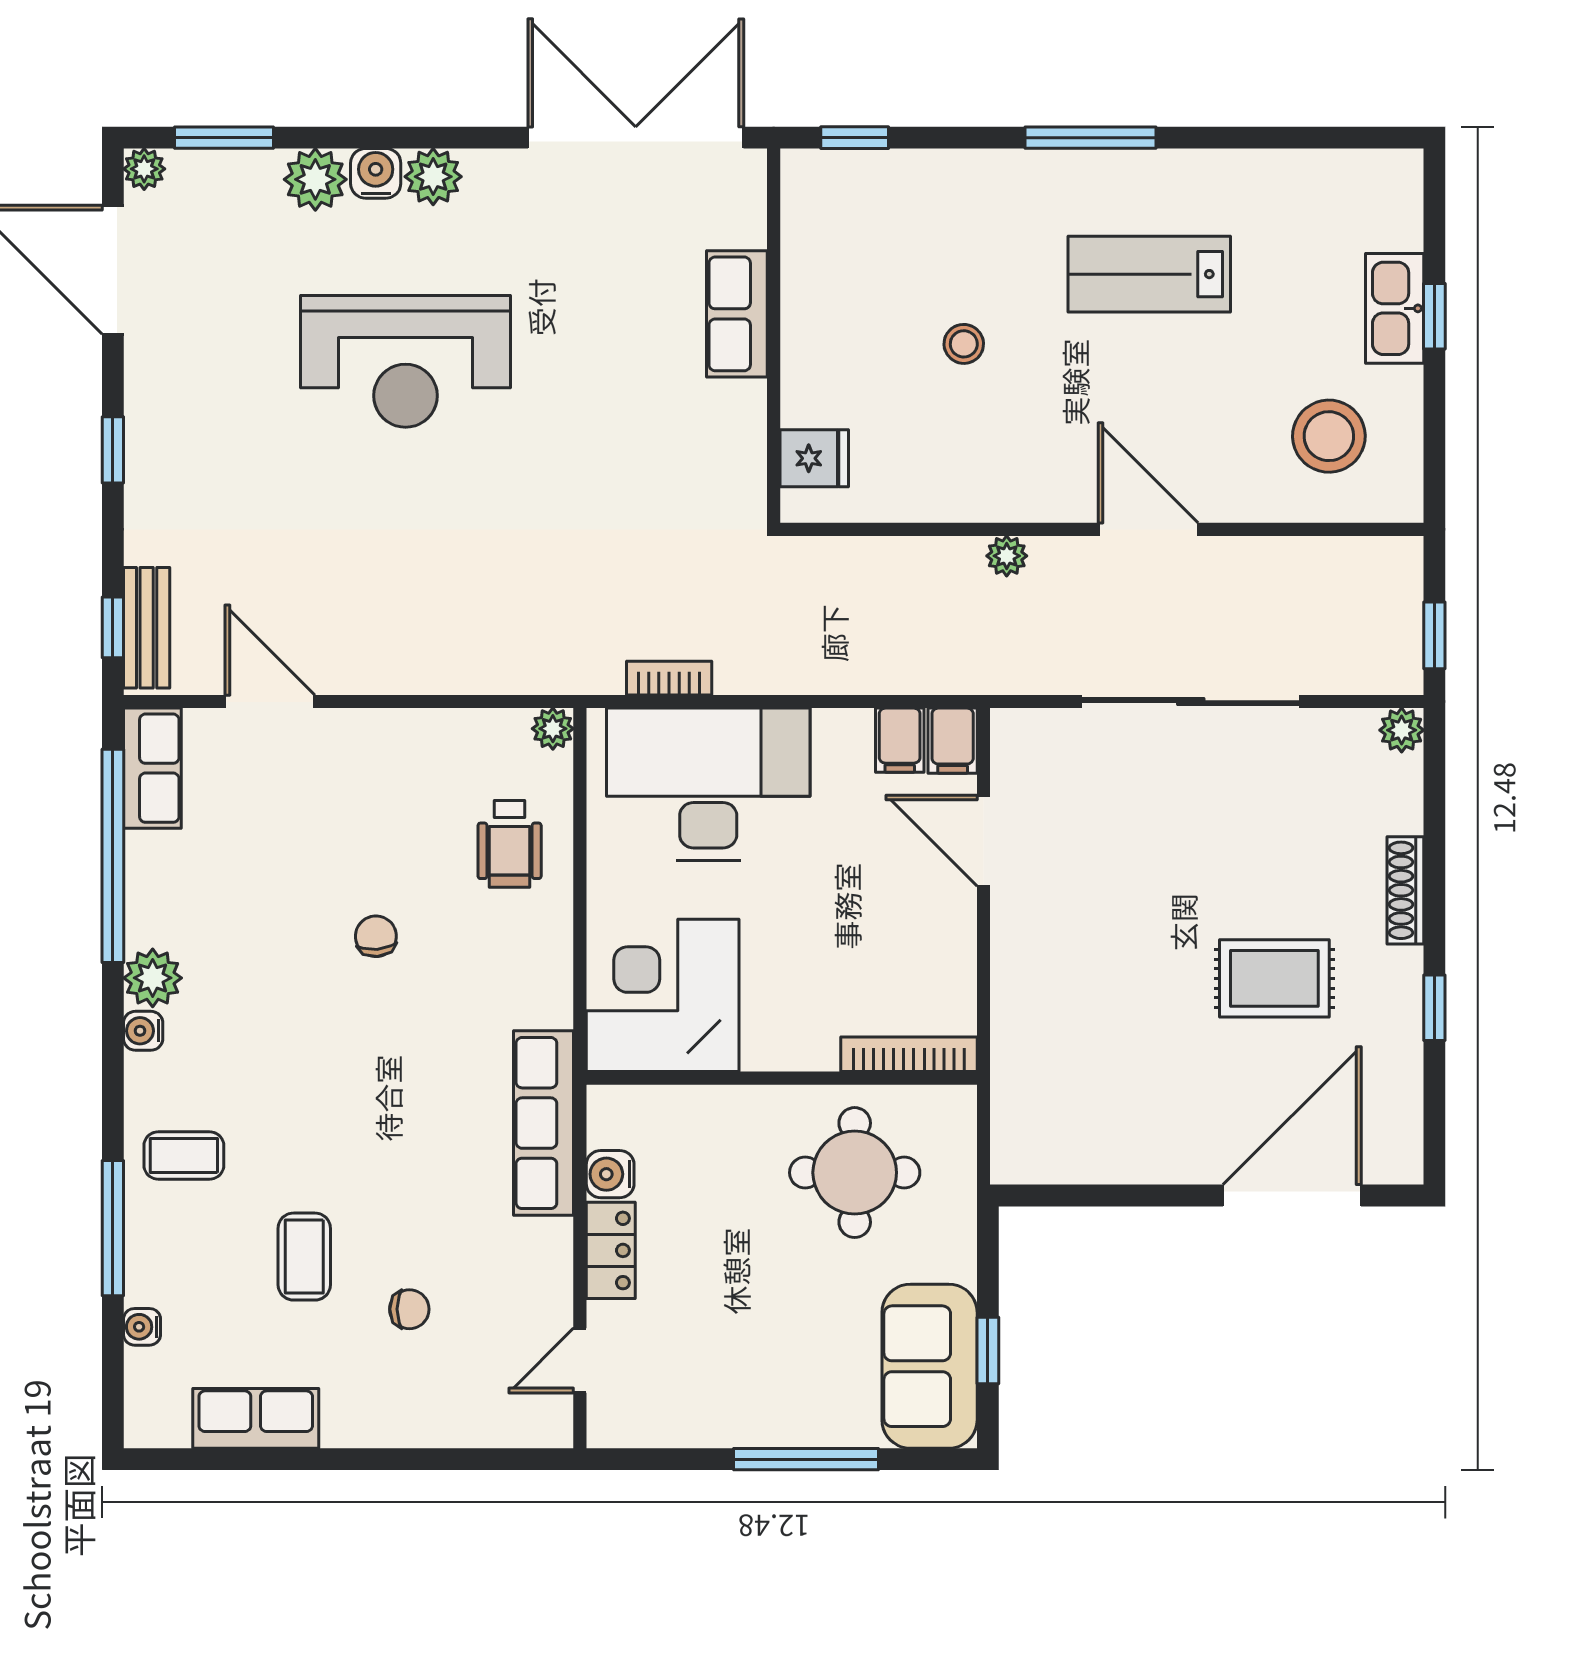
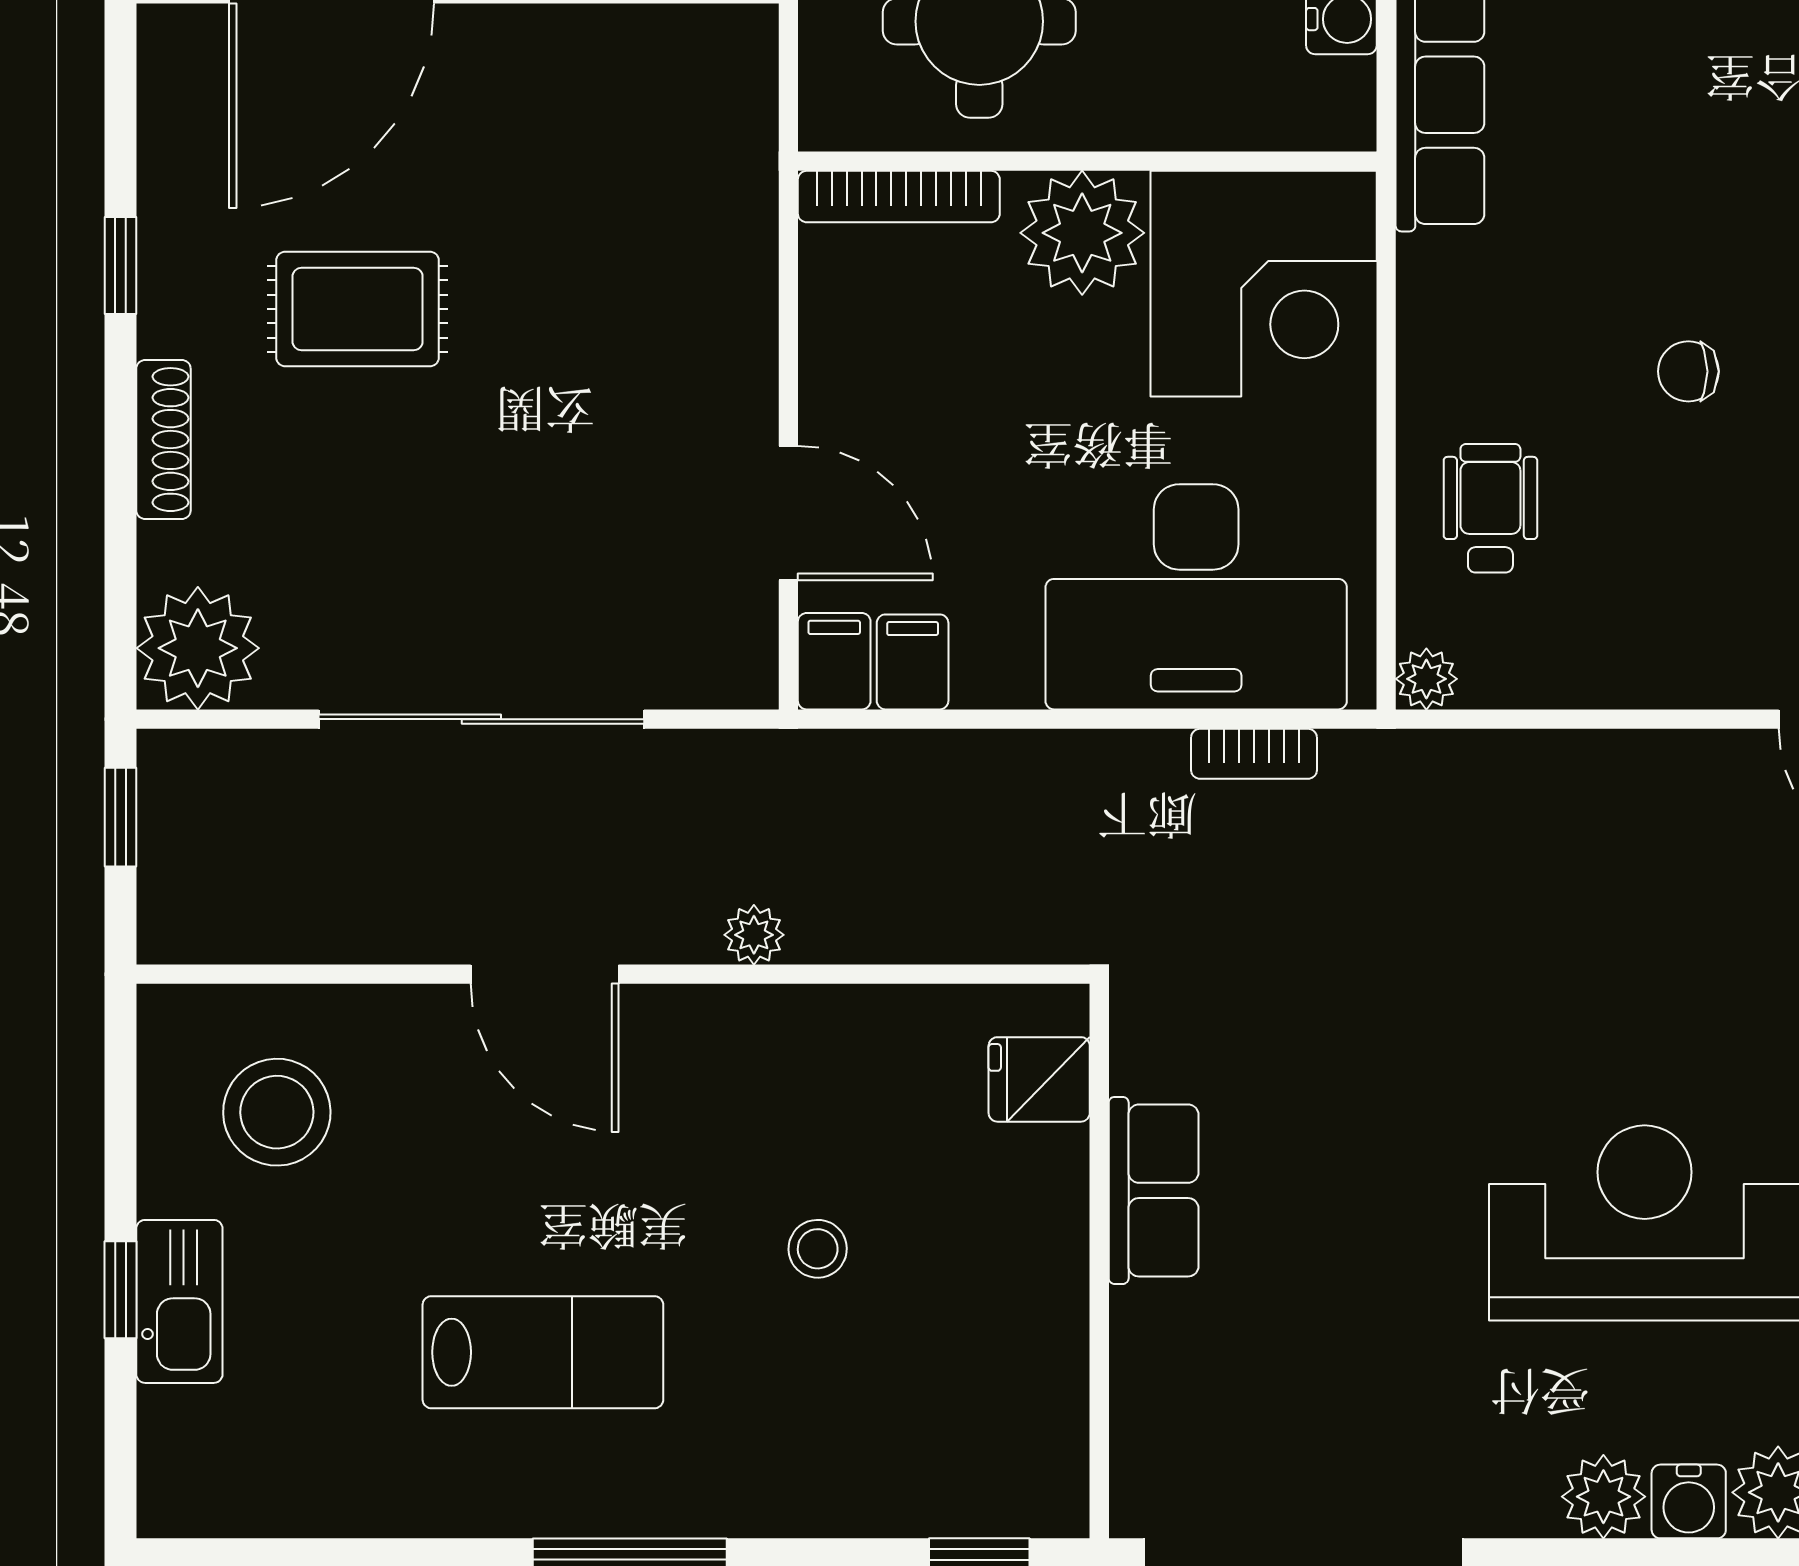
row of seats: (737, 314) -> (1154, 1190), moved
plant: (1402, 730) -> (198, 648), width x1.88, depth x1.88
chair: (376, 936) -> (1688, 371), turned 95
plant: (785, 1030) -> (1082, 233), added

